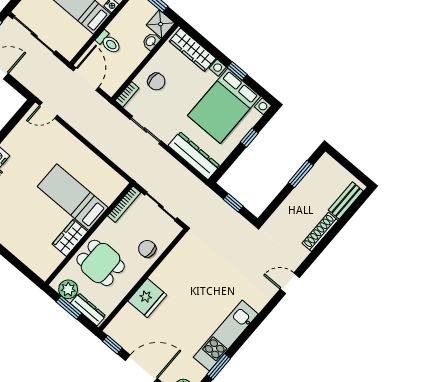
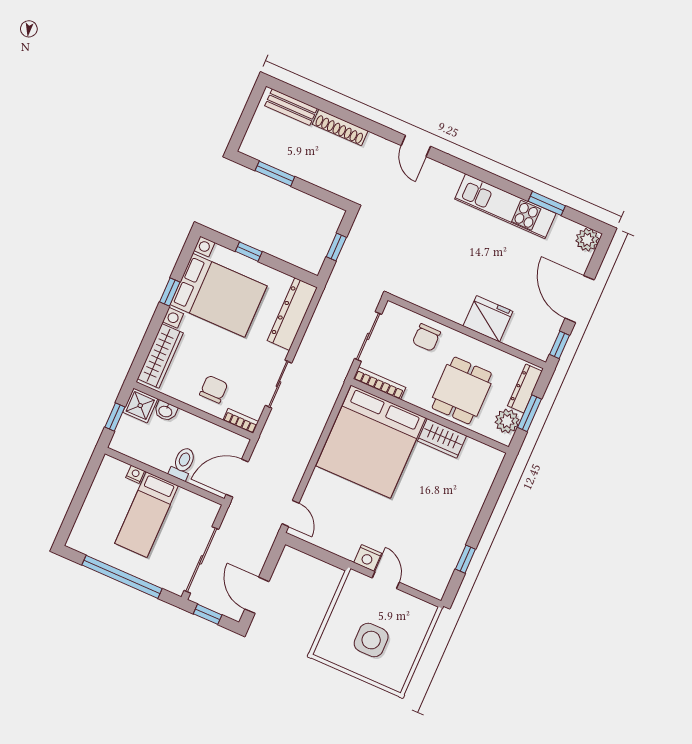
bed: (73, 197) -> (371, 442), width x2.04

